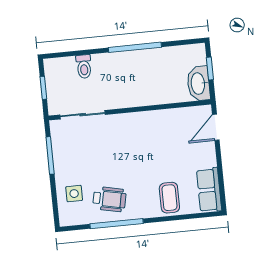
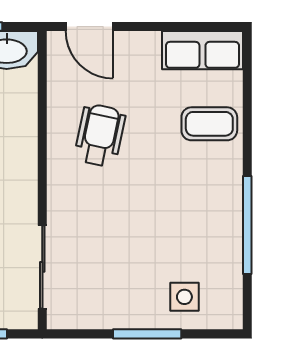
window: (50, 155) -> (147, 334), moved
wheelchair: (109, 199) -> (100, 135), moved

